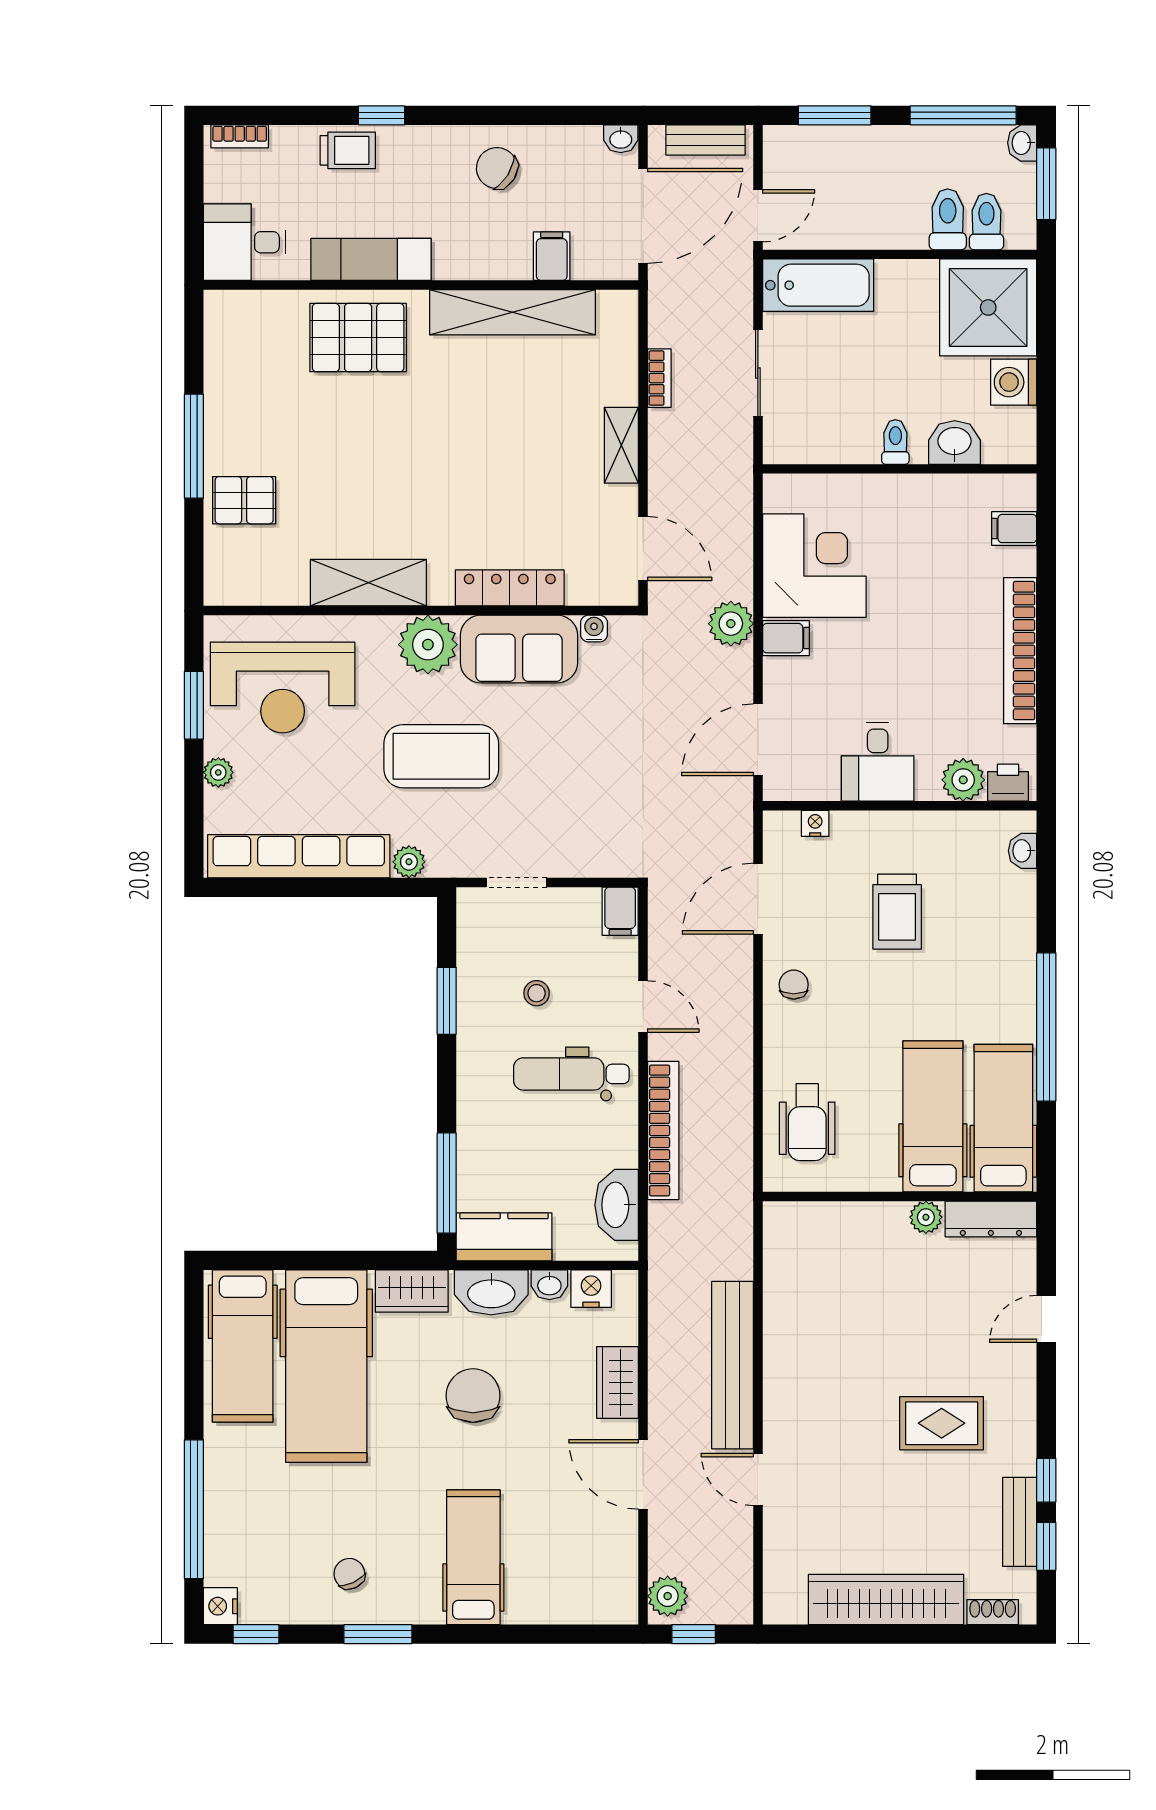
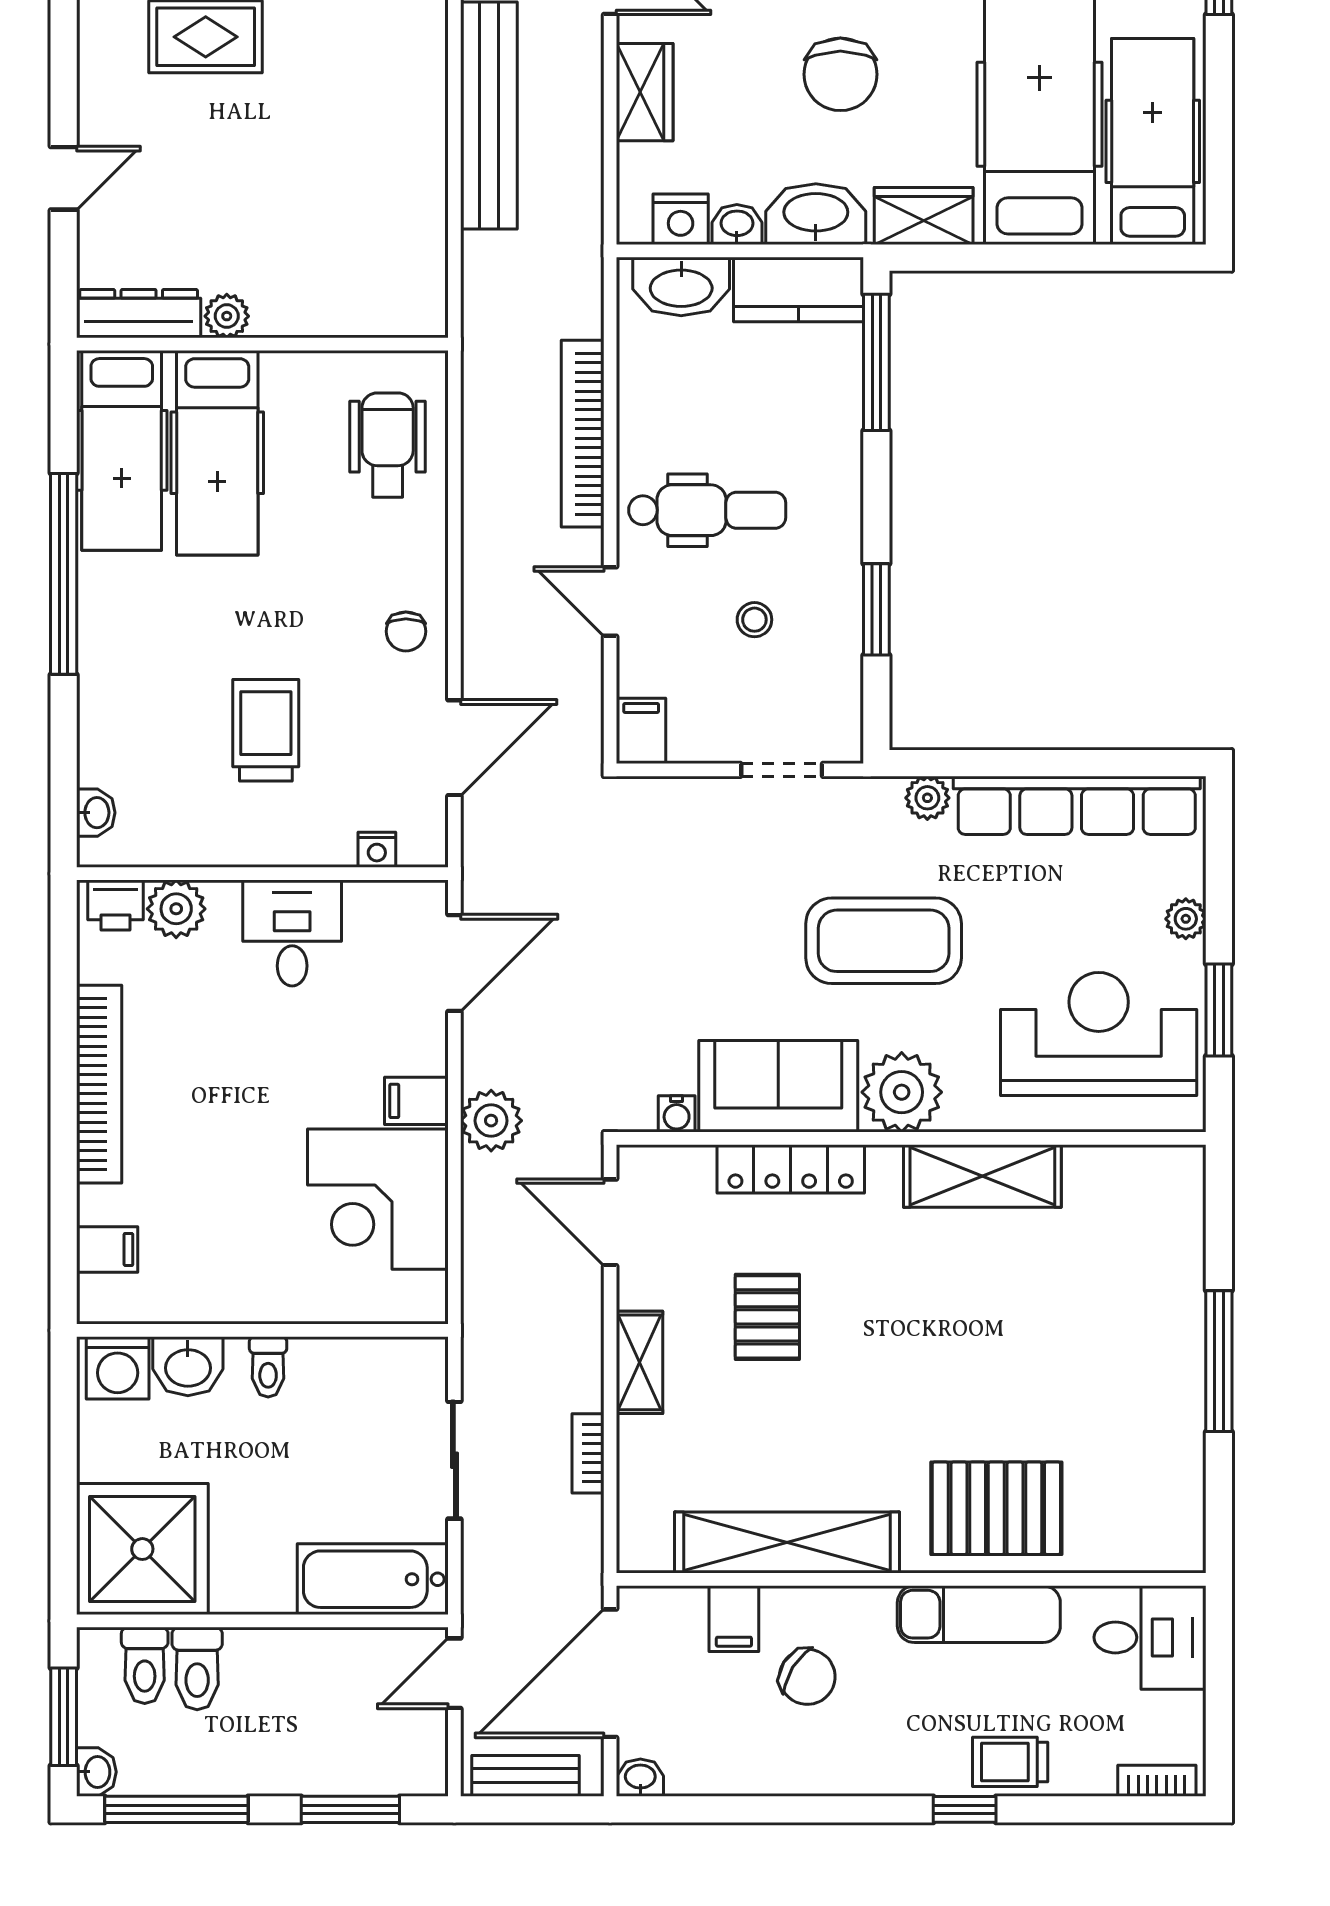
chair: (497, 168) -> (807, 1677), moved
washing machine: (1014, 382) -> (118, 1368), moved, turned 90
pallet: (244, 500) -> (767, 1317), moved, turned 90
washbasin: (617, 1205) -> (681, 286), moved, turned 90

